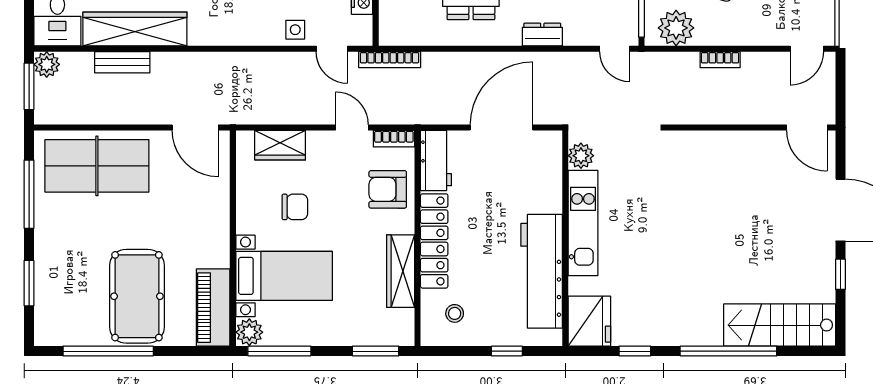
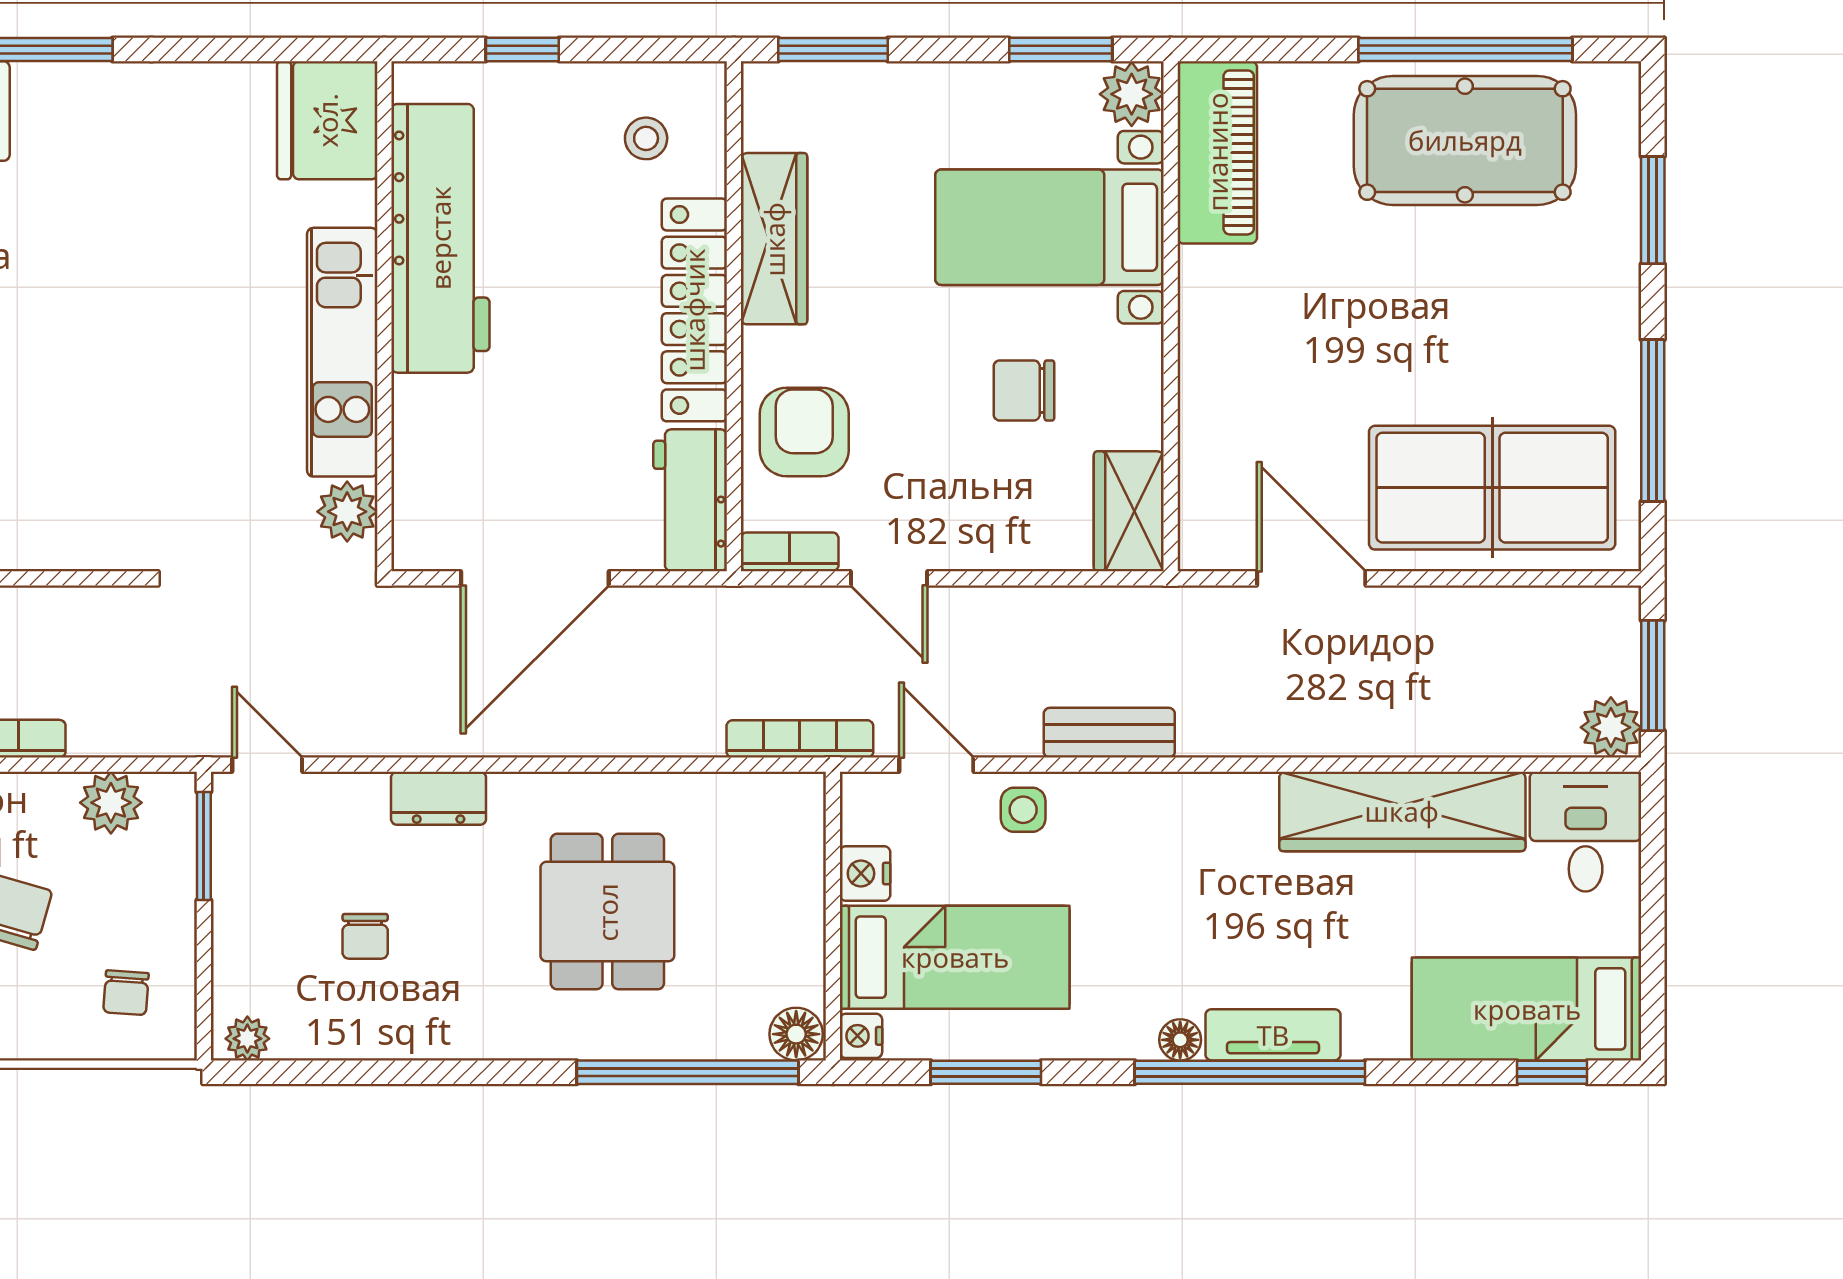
plant: (676, 28) -> (111, 803), width x0.73, depth x0.73
bench: (122, 62) -> (1109, 733), moved
door: (195, 128) -> (1311, 578), moved
wardrobe: (280, 145) -> (1129, 511), moved, turned -90
armchair: (388, 189) -> (804, 432), turned -90
pool table: (137, 296) -> (1465, 140), moved, turned 90
window: (279, 351) -> (1061, 49), width x0.69
window: (635, 351) -> (220, 49), removed

